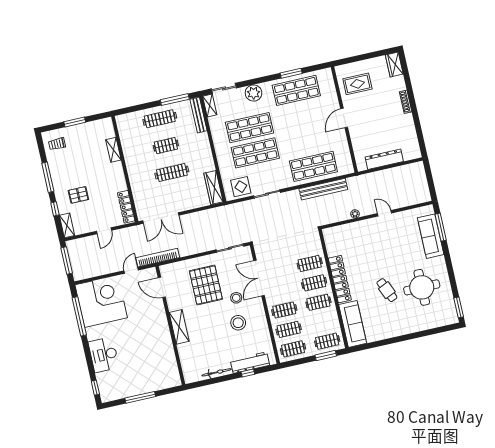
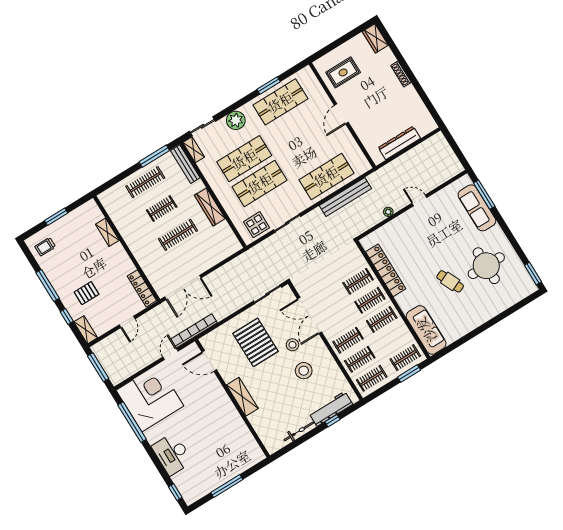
wardrobe: (213, 187) -> (210, 207), moved
locker: (340, 279) -> (386, 270), moved

